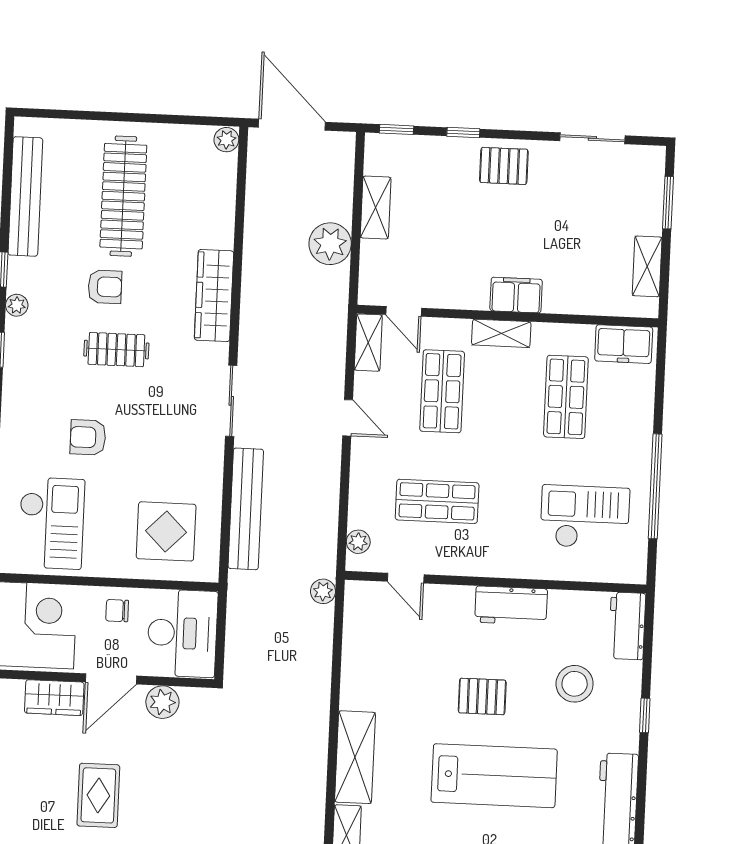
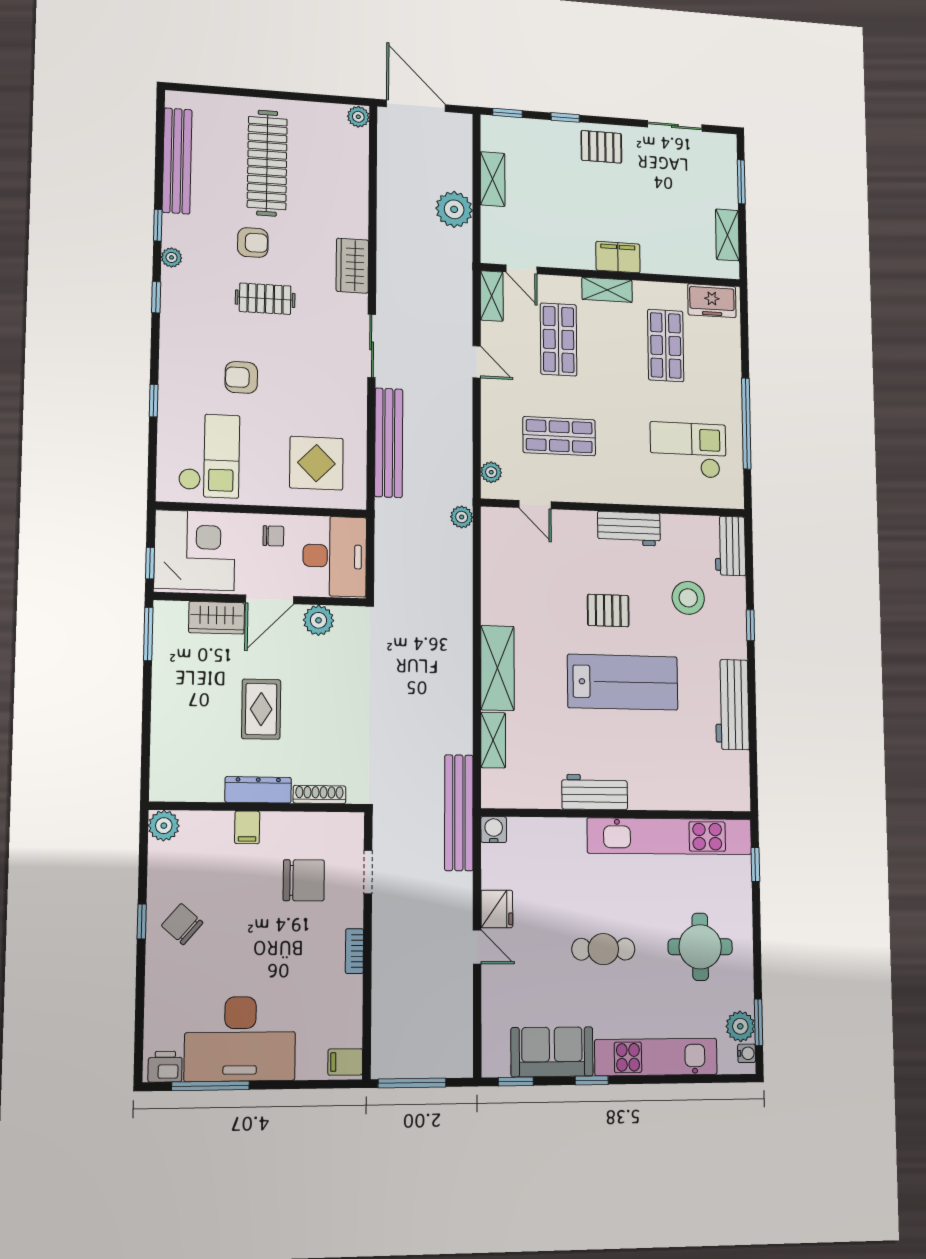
wardrobe: (214, 296) -> (352, 266), width x0.67
chair: (117, 611) -> (273, 536), turned 180

